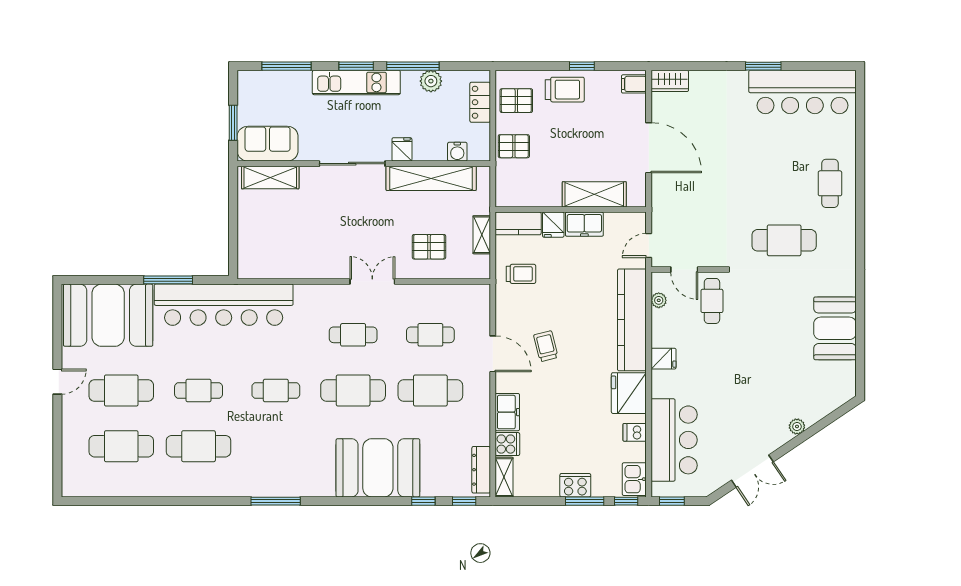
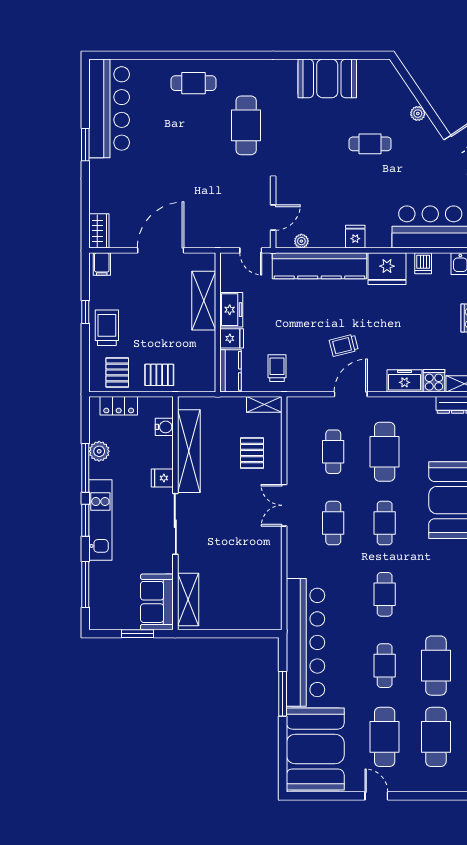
pallet: (514, 146) -> (159, 375), turned 90
shelving: (482, 235) -> (264, 404), moved
cafe table: (712, 301) -> (370, 144), moved
cafe table: (353, 391) -> (385, 523), width x0.73, depth x0.74

